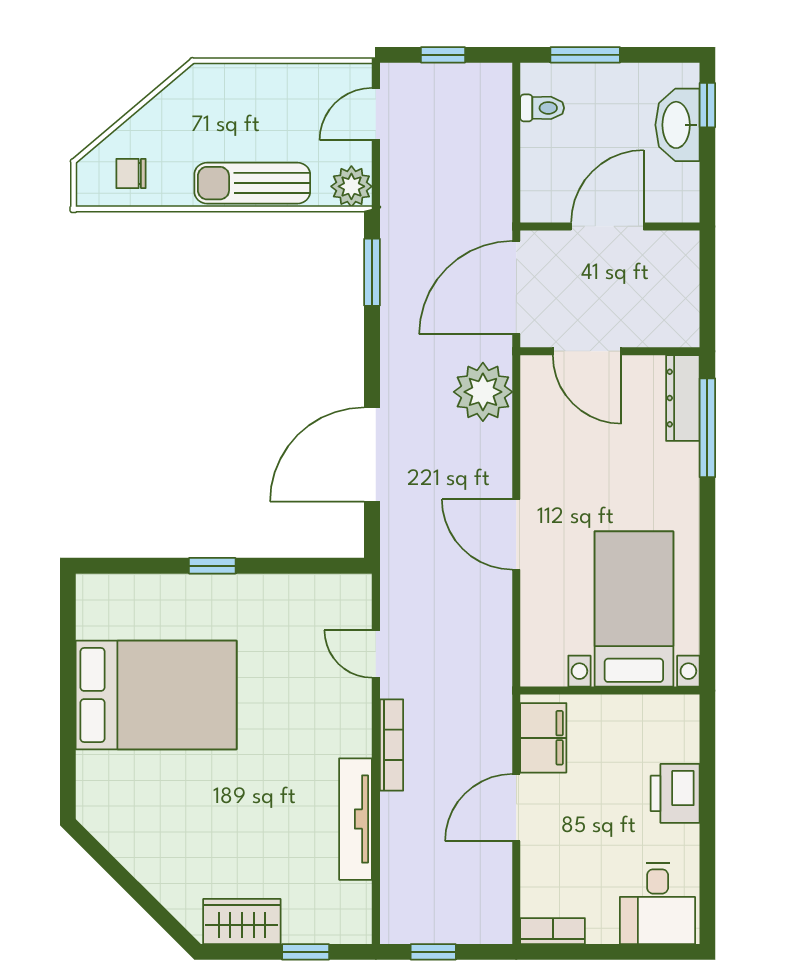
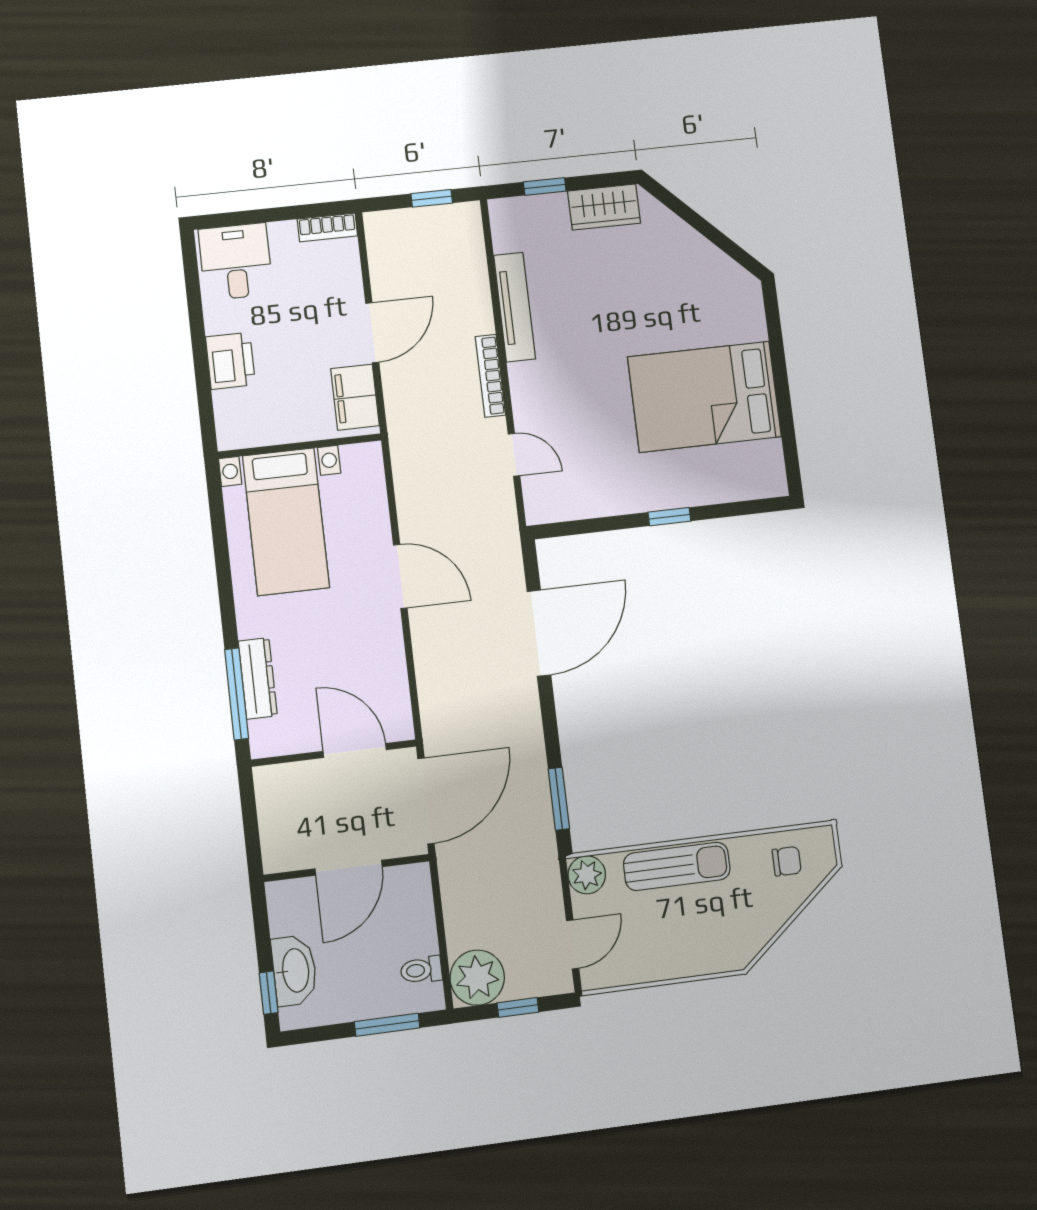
plant: (483, 392) -> (477, 978), moved
dresser: (683, 398) -> (258, 678), moved

